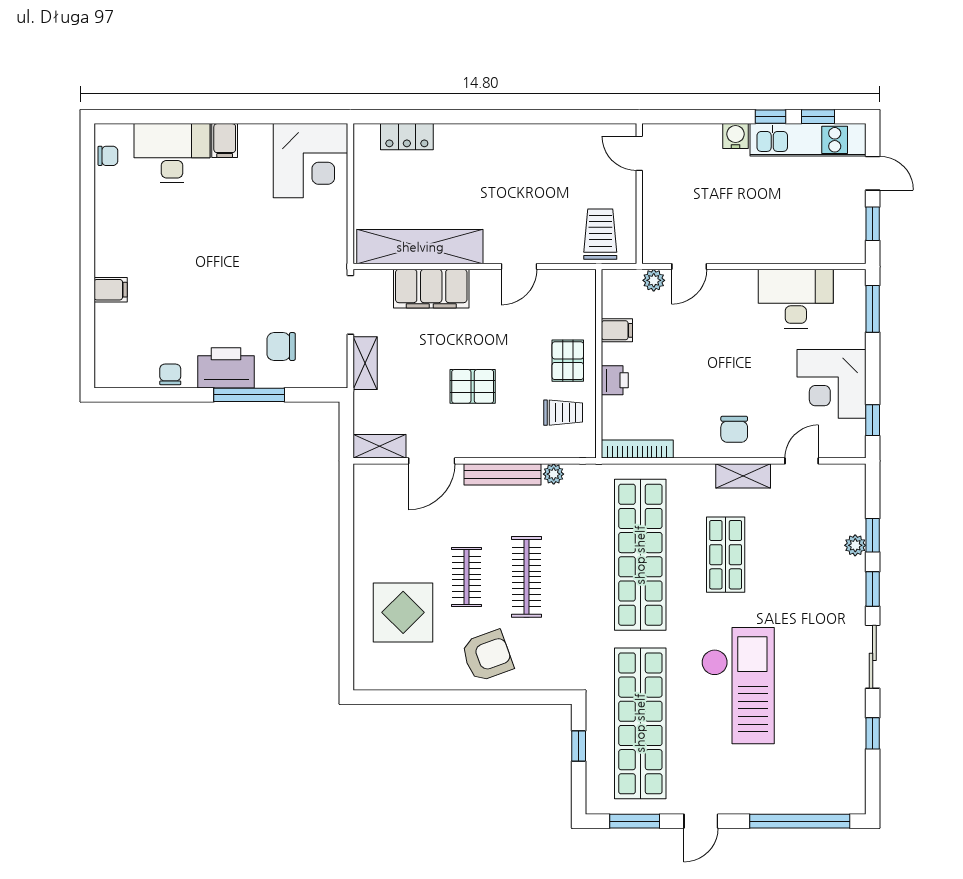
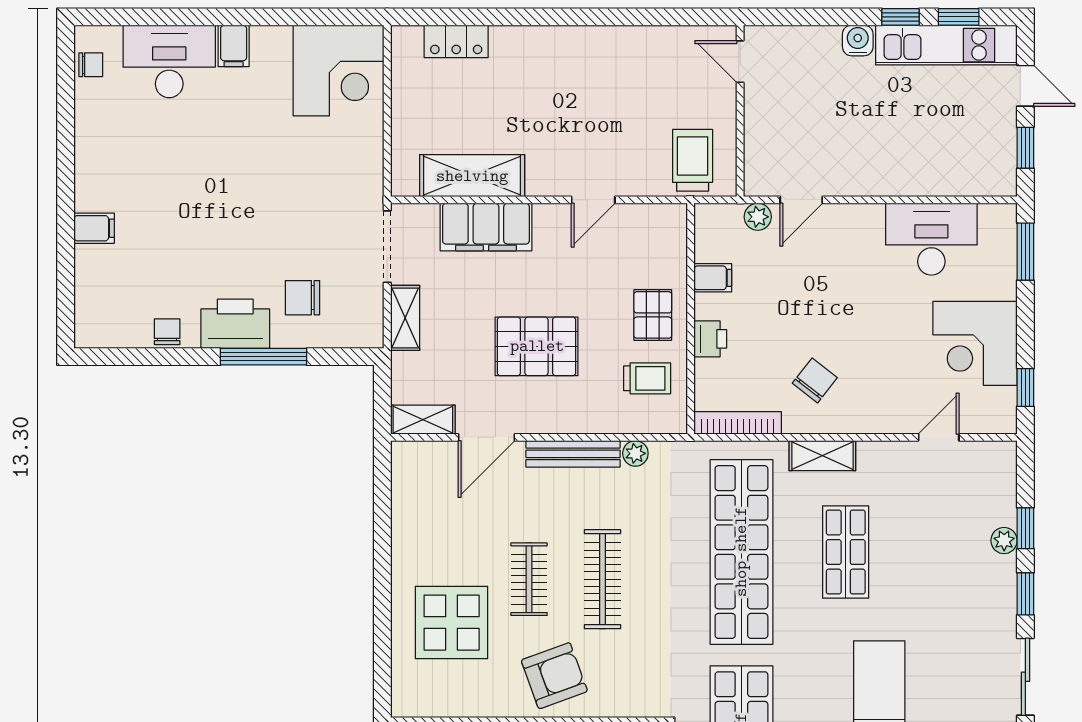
shelving: (420, 247) -> (472, 176), width x0.68
pallet: (473, 386) -> (537, 346), width x1.50, depth x1.42
chair: (734, 429) -> (815, 380), moved, turned -142
shelving: (743, 476) -> (822, 456), moved

